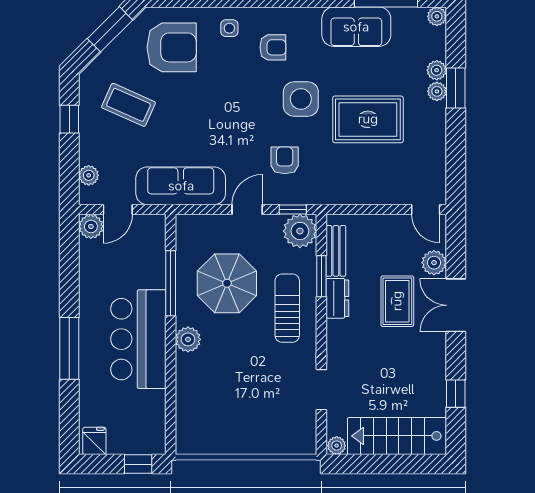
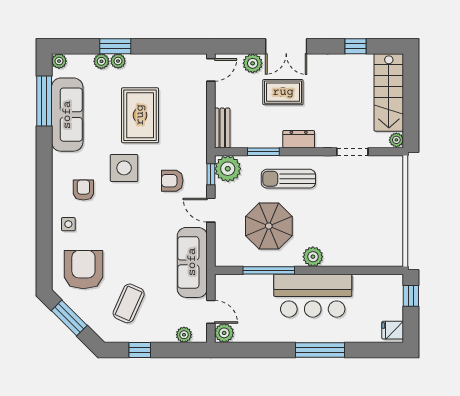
sofa: (356, 27) -> (67, 115), width x1.36
bench: (336, 251) -> (222, 128), moved, turned 90
dresser: (337, 298) -> (299, 139), moved

